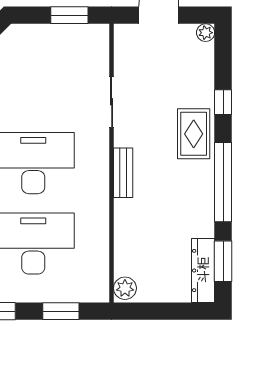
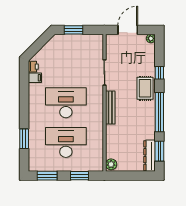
window: (69, 15) -> (73, 30), moved
bench: (123, 173) -> (110, 108), width x1.36

